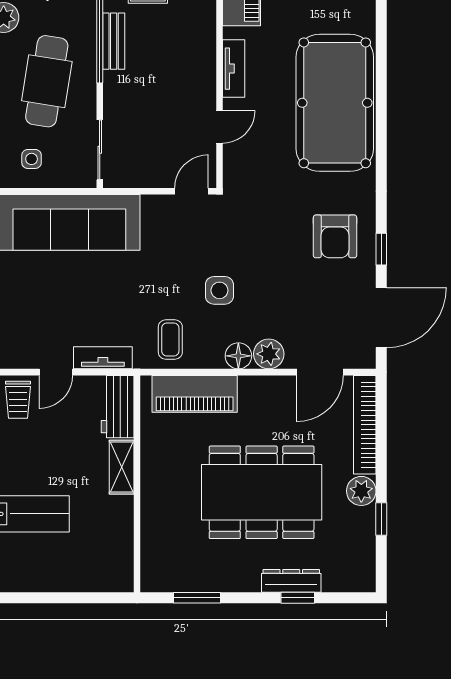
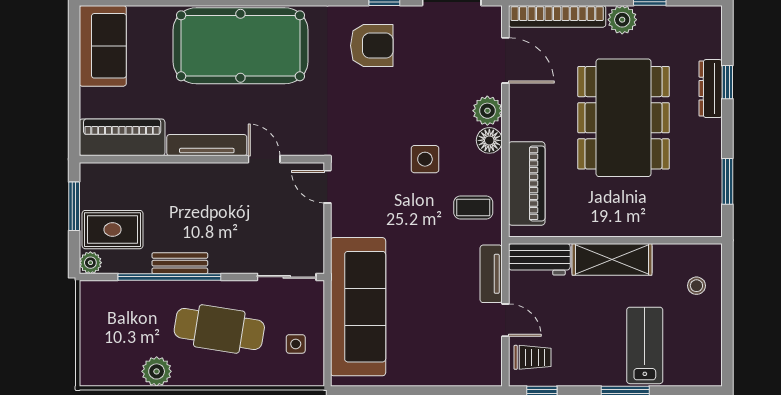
tv unit: (234, 69) -> (207, 145), width x1.41
shelving: (122, 467) -> (612, 259), width x1.50, depth x1.33
stool: (91, 567) -> (696, 286), added

